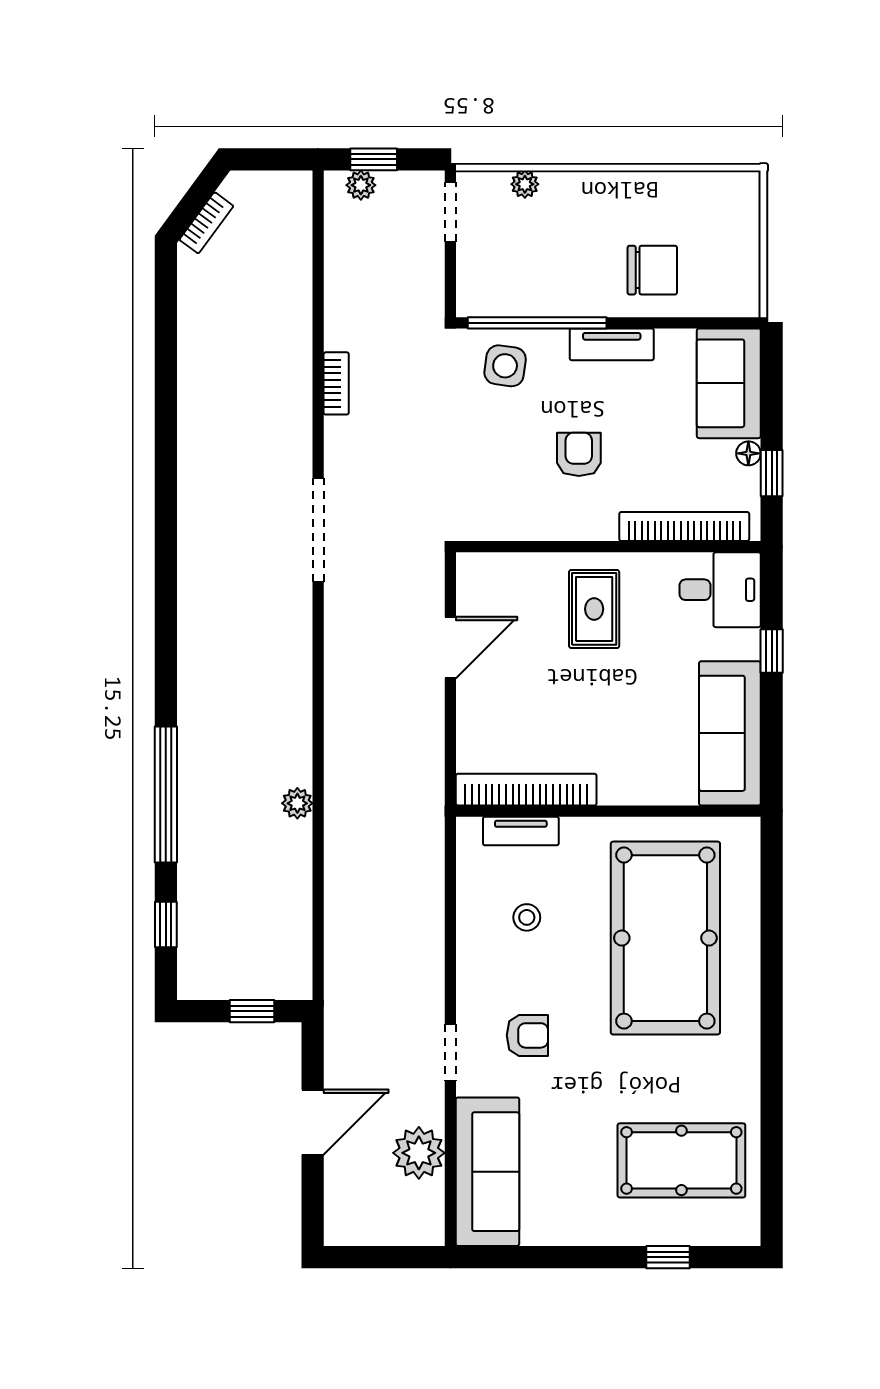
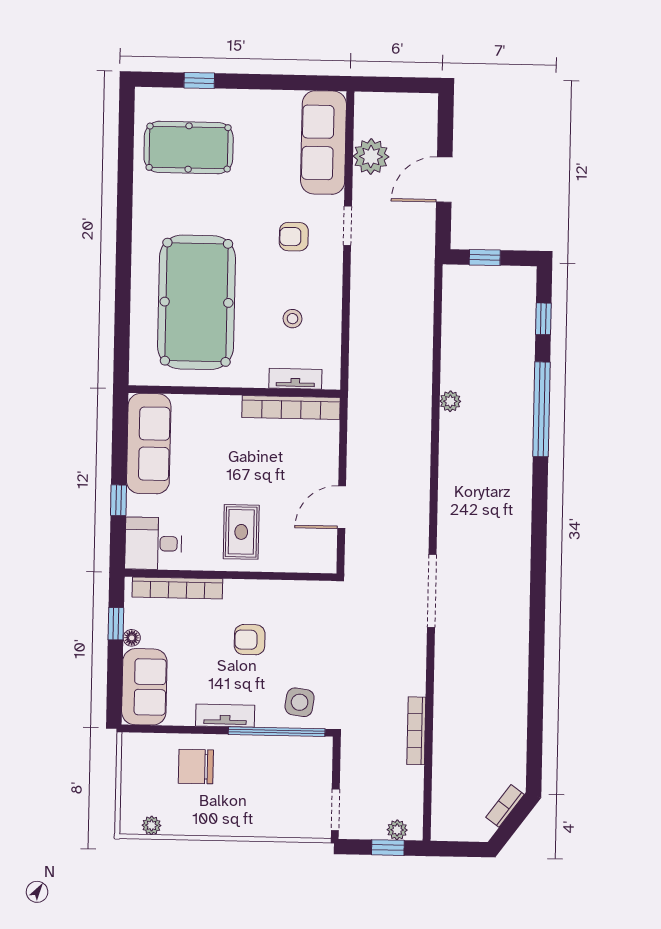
plant: (525, 184) -> (151, 825), moved
bookcase: (336, 383) -> (416, 731), moved, width x1.56
armchair: (579, 454) -> (250, 640), turned 90

